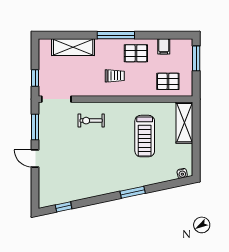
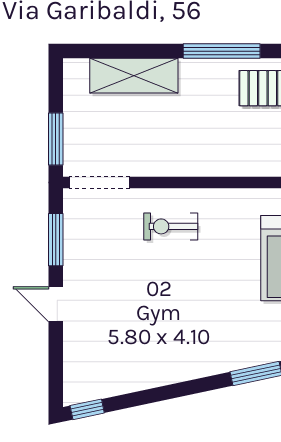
trolley: (115, 76) -> (219, 135), removed
window: (35, 78) -> (56, 139), width x1.50
window: (64, 207) -> (87, 409), moved

